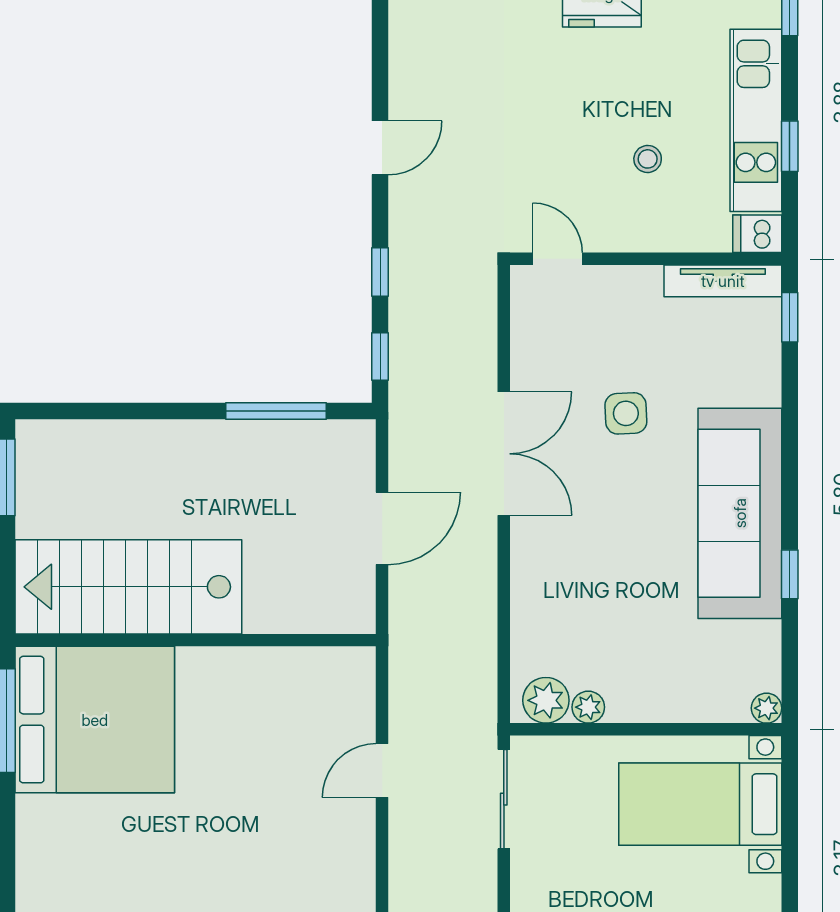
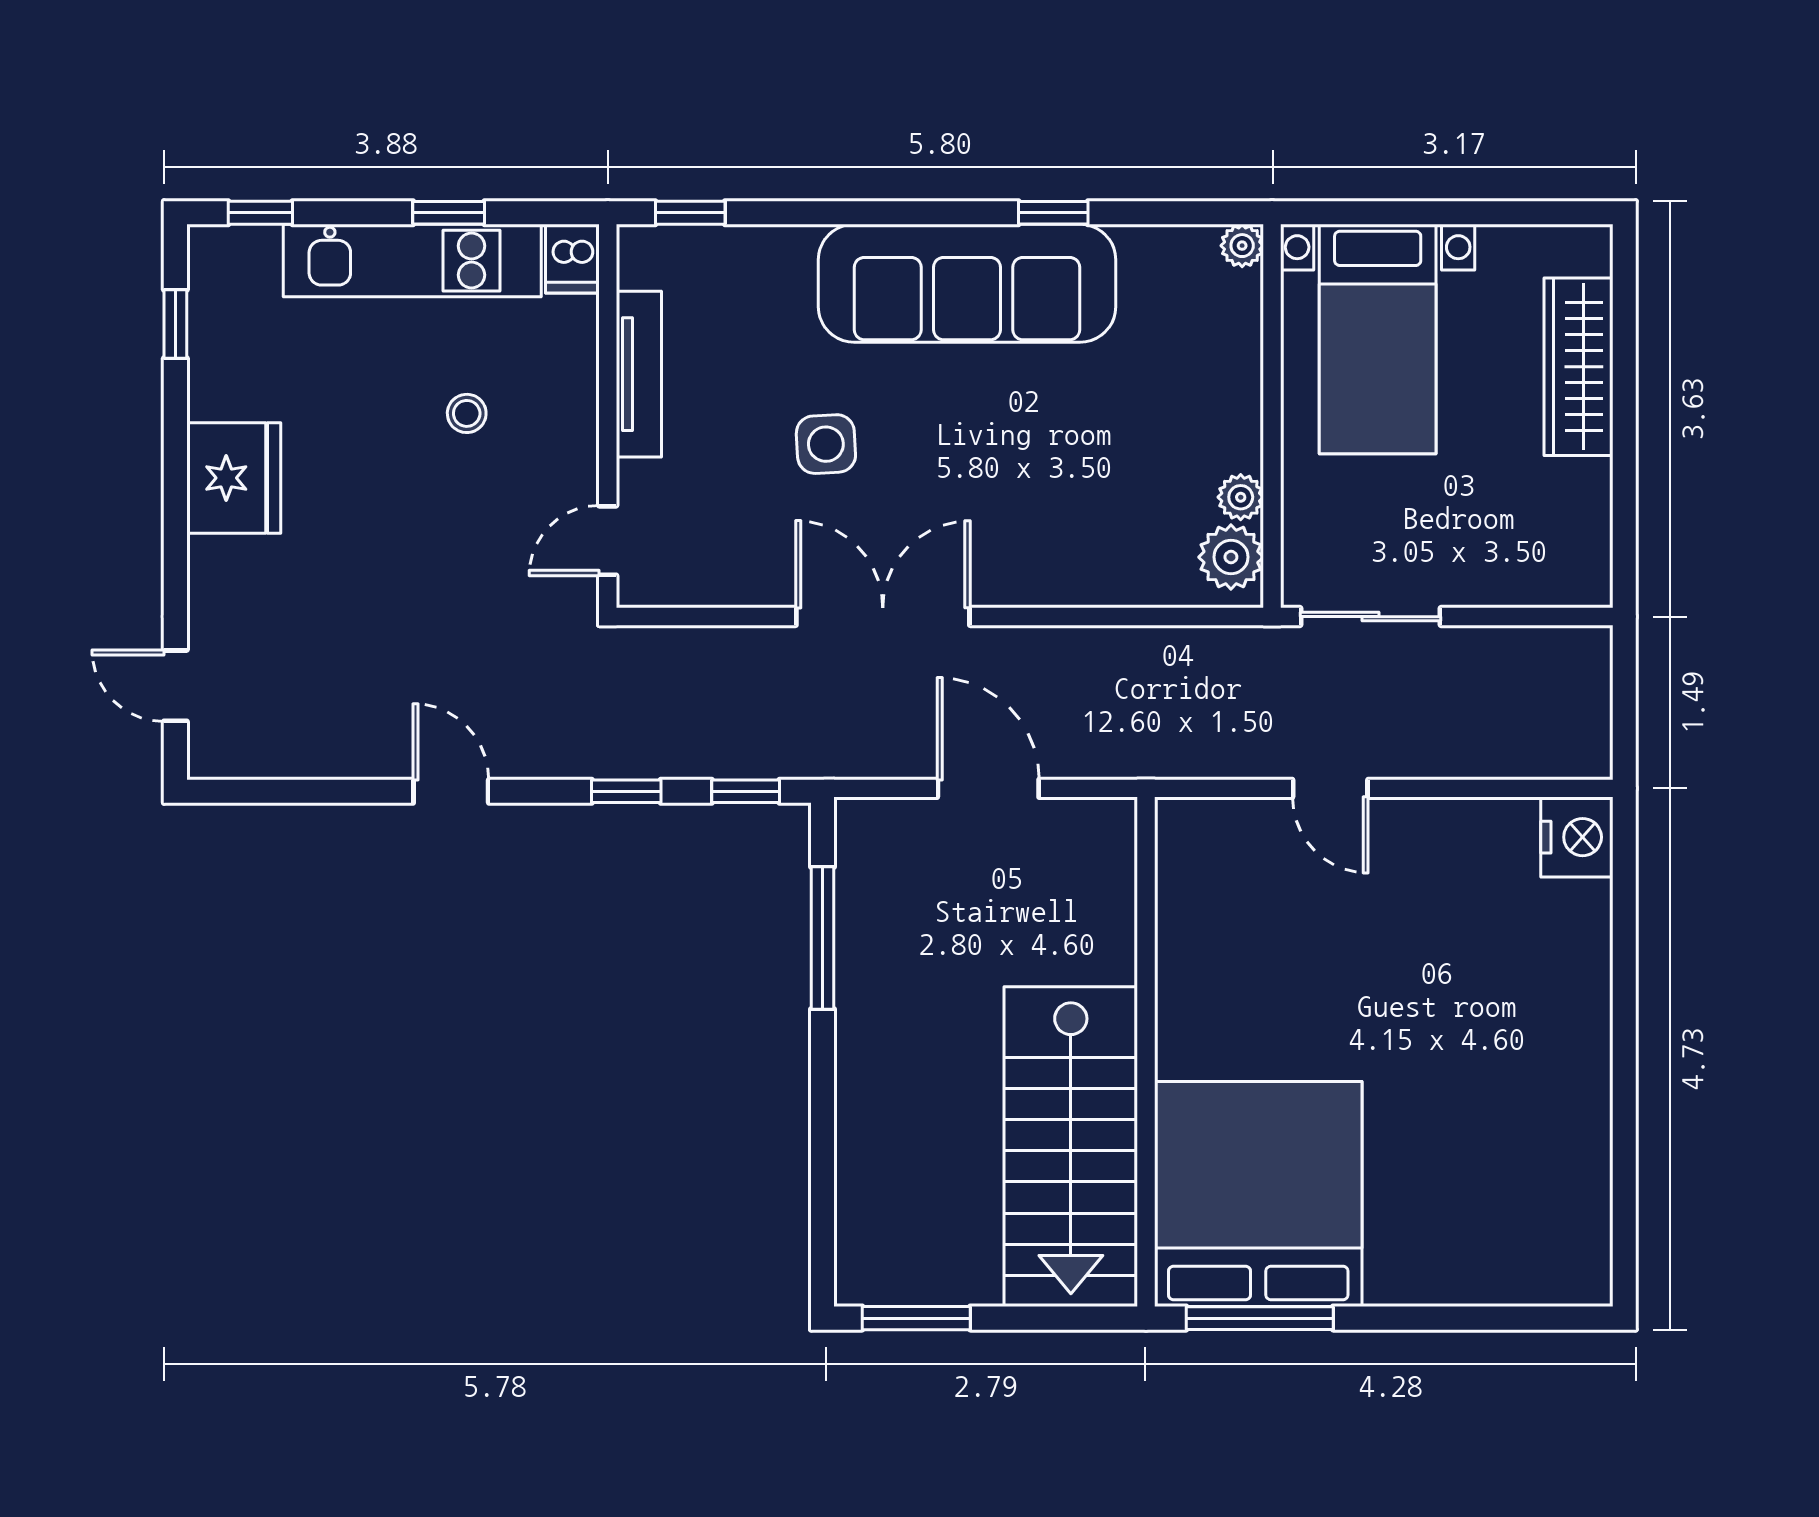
tv unit: (723, 281) -> (639, 374), moved

